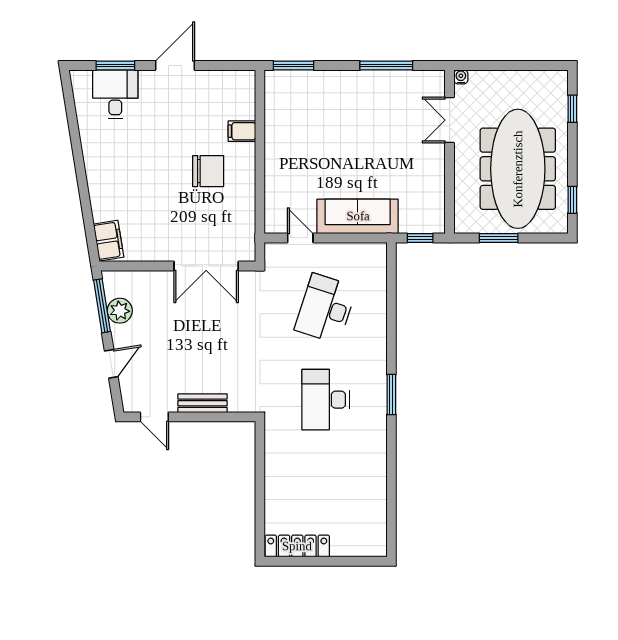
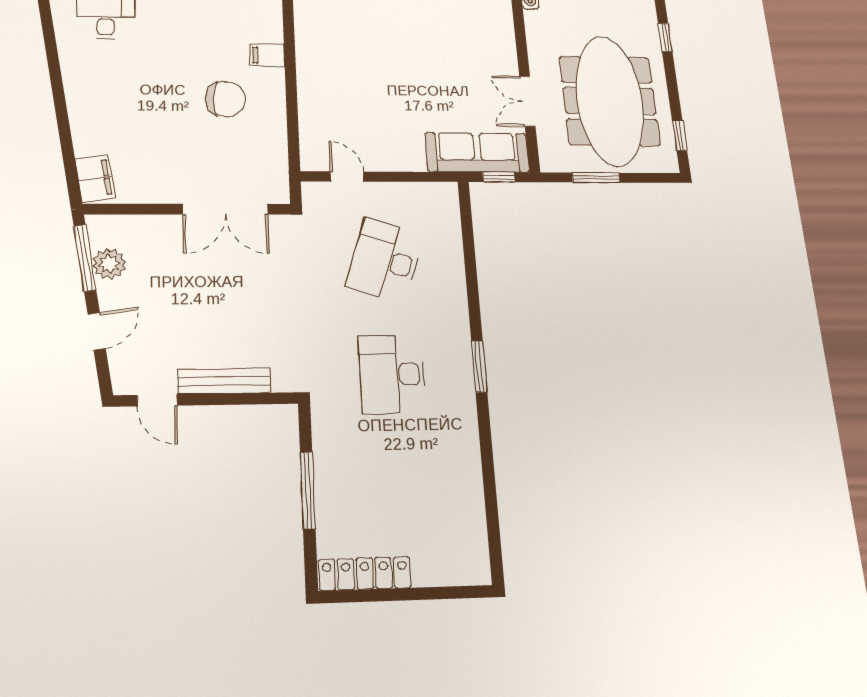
double door: (450, 120) -> (527, 101), moved
sofa: (358, 216) -> (477, 152), moved
bench: (202, 403) -> (224, 381), width x1.36
window: (260, 486) -> (308, 490), added

